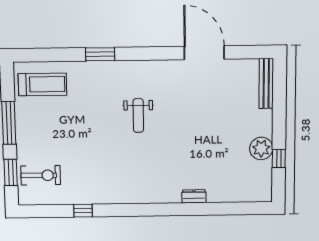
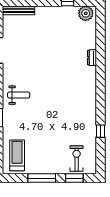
weight bench: (138, 115) -> (19, 95), moved
plant: (261, 148) -> (86, 13), moved

